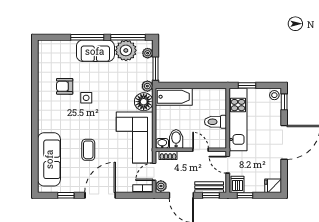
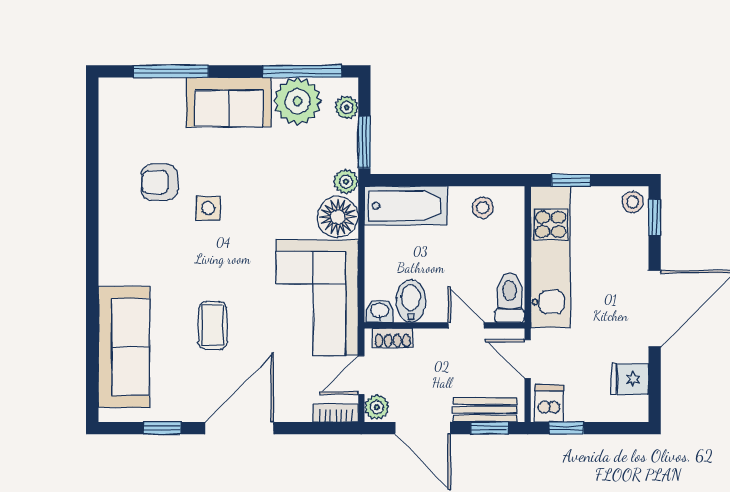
window: (87, 37) -> (171, 71), moved
stool: (208, 98) -> (483, 208), added
toilet: (216, 122) -> (510, 298), moved, turned 90
fridge: (273, 186) -> (630, 379), moved

